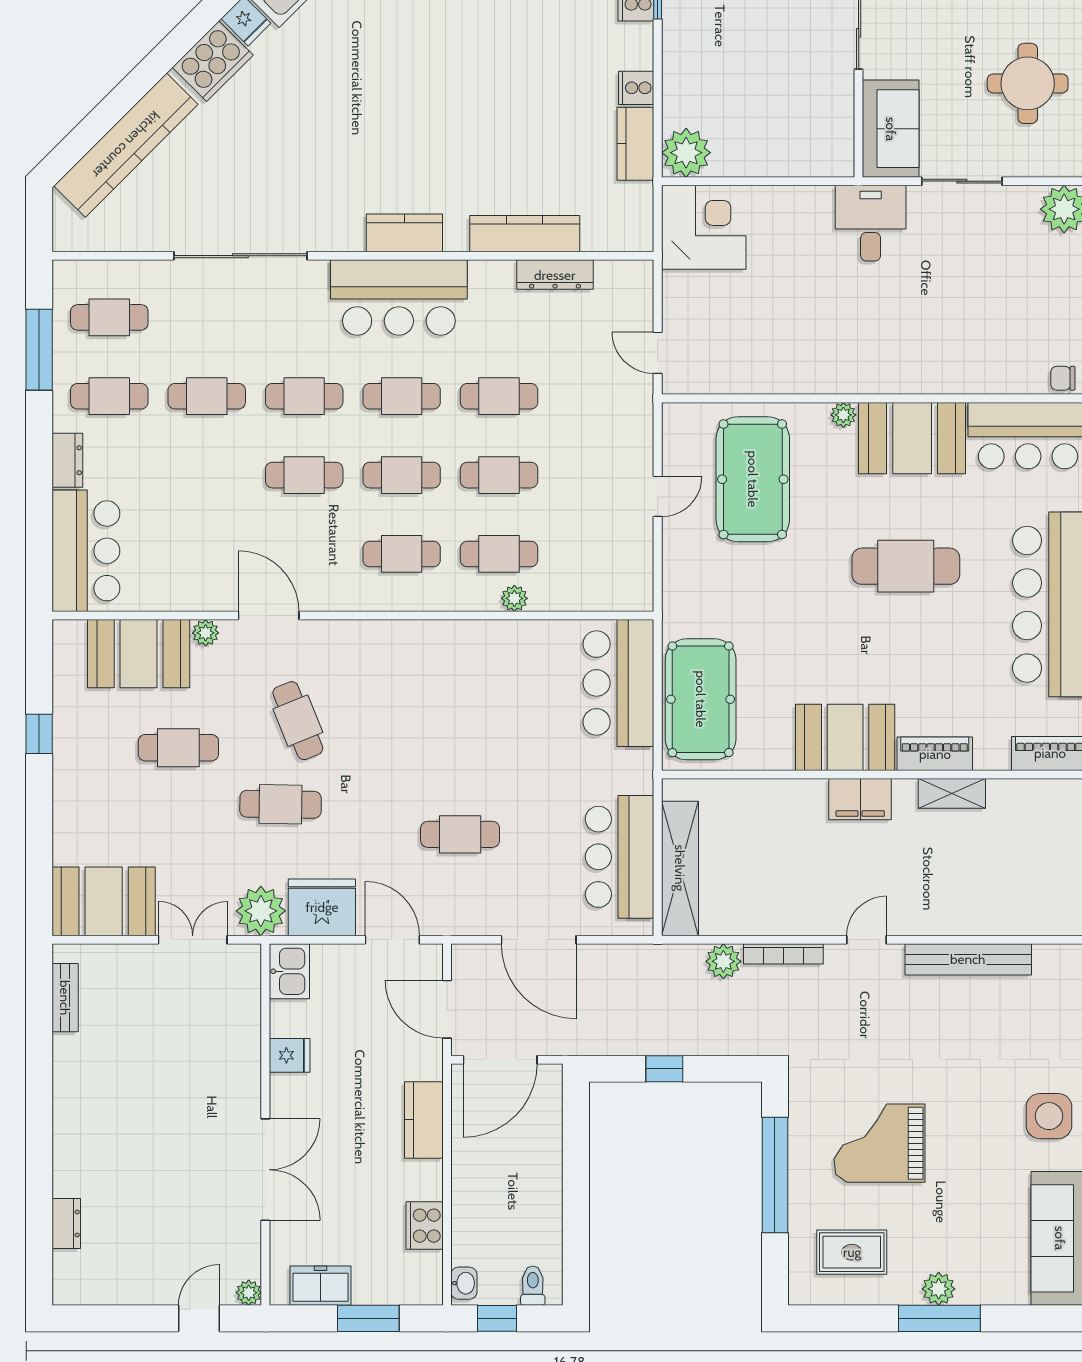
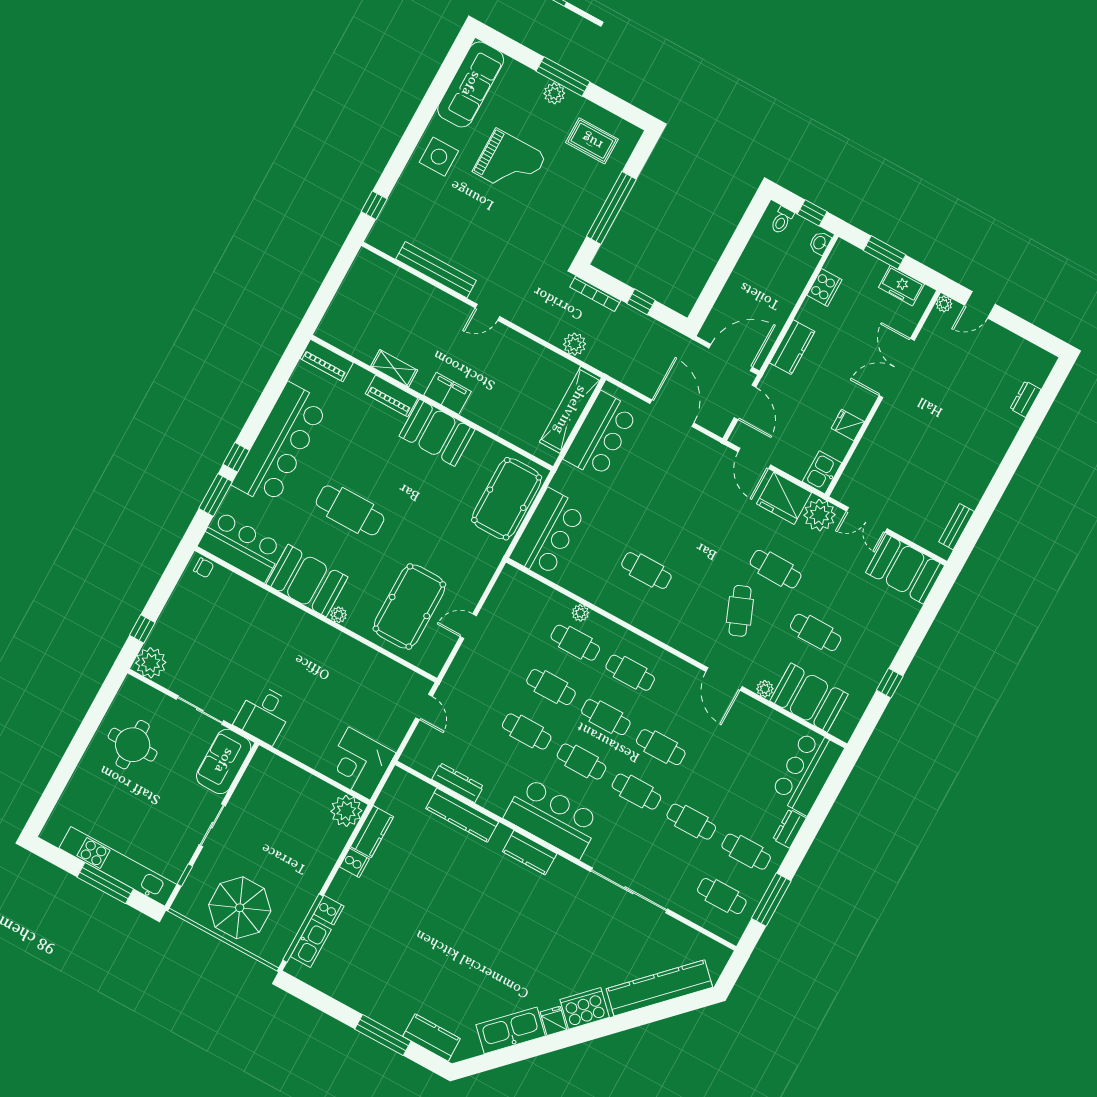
cafe table: (460, 834) -> (646, 571), moved
bookcase: (783, 954) -> (595, 294), moved, turned 180
grand piano: (879, 1143) -> (509, 163), moved

